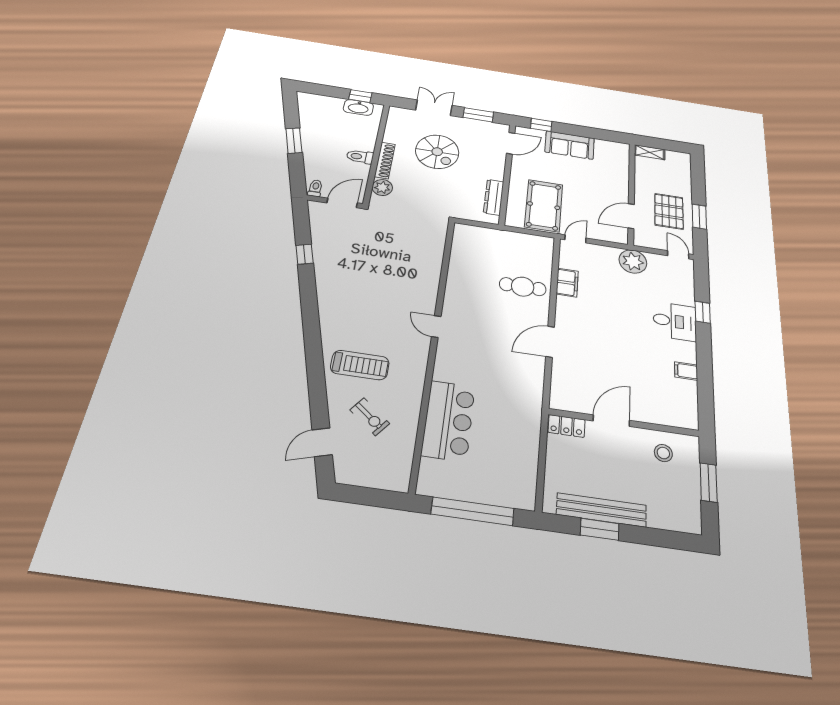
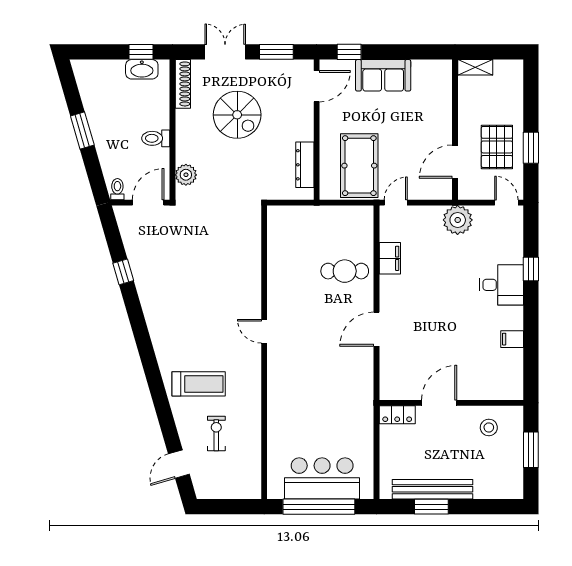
shoe rack: (385, 160) -> (183, 84), moved
exercise bike: (370, 417) -> (216, 434), turned -128
bar counter: (448, 421) -> (322, 478), moved, turned -90

